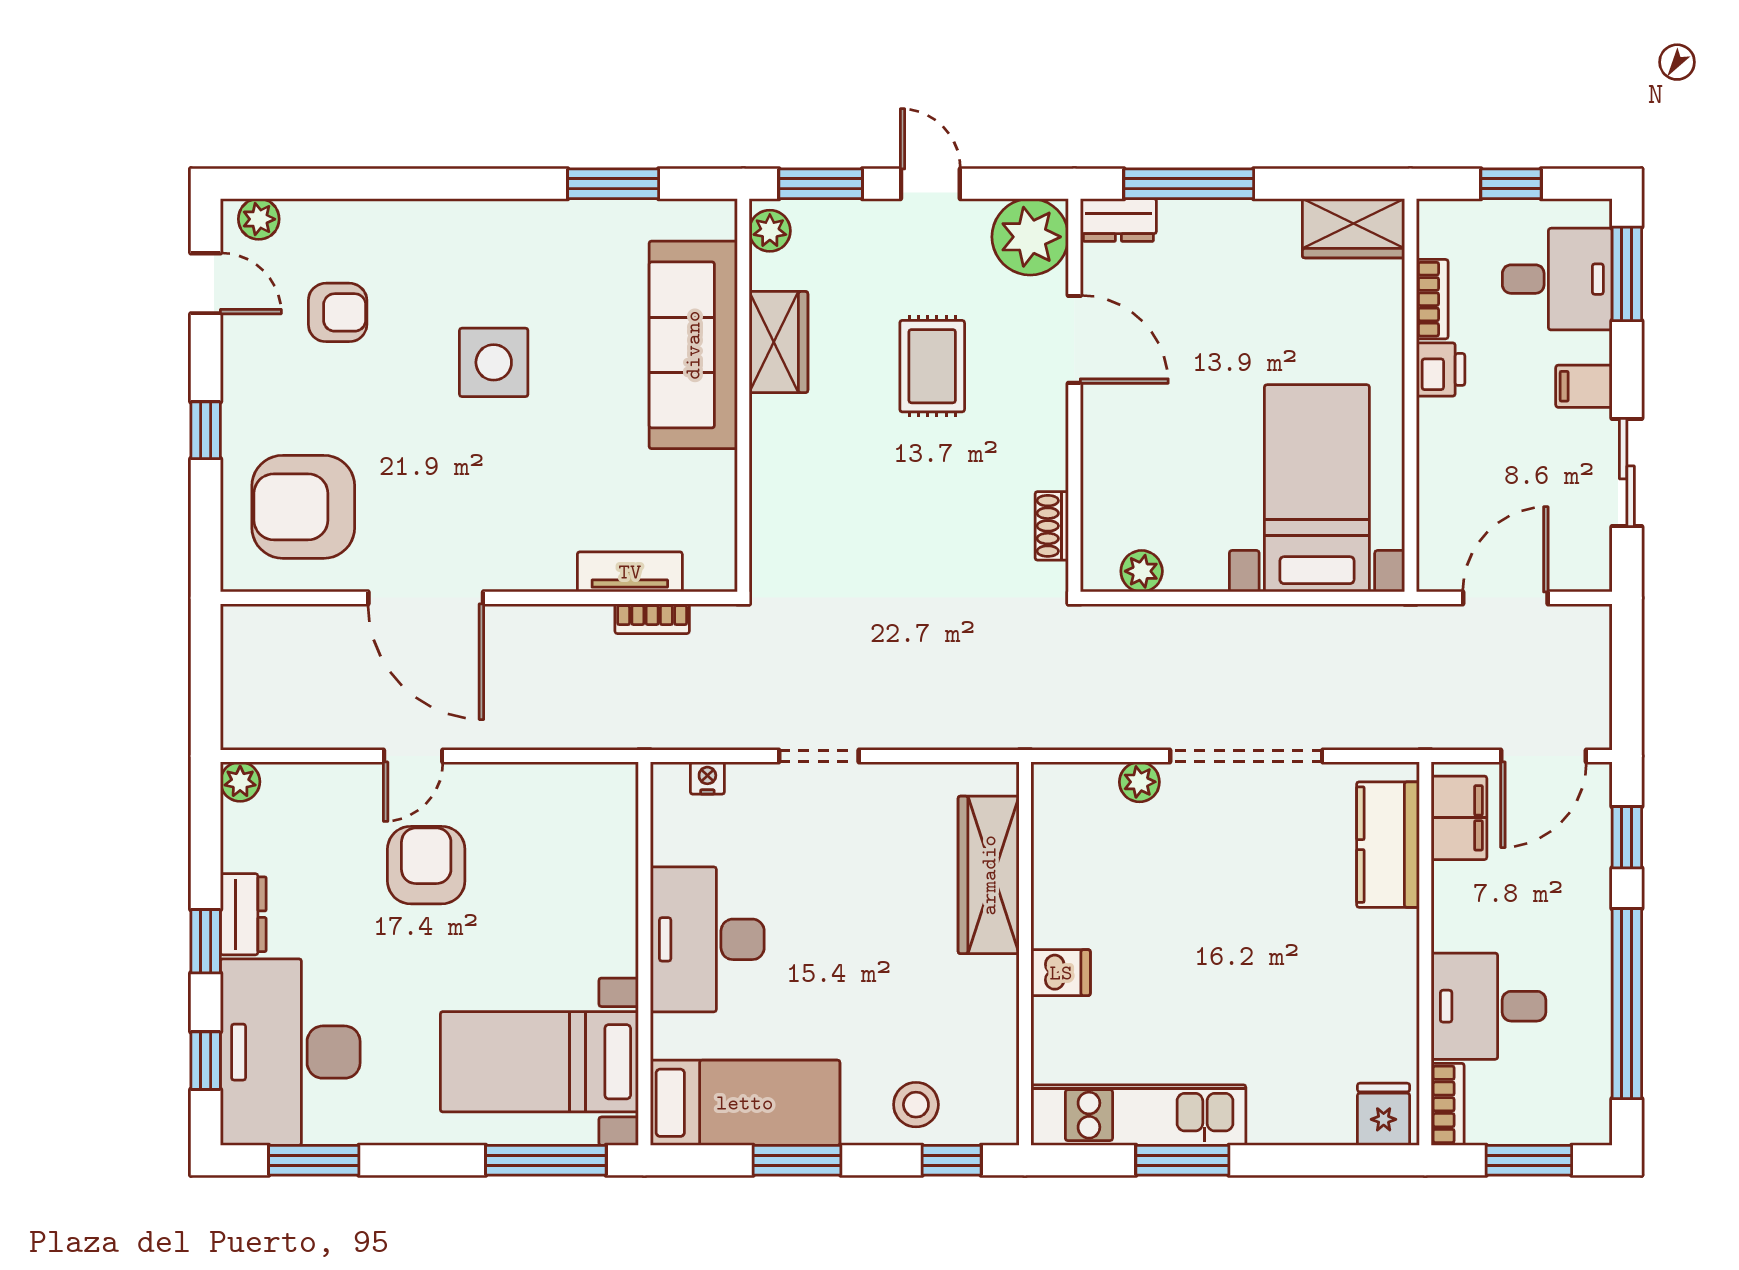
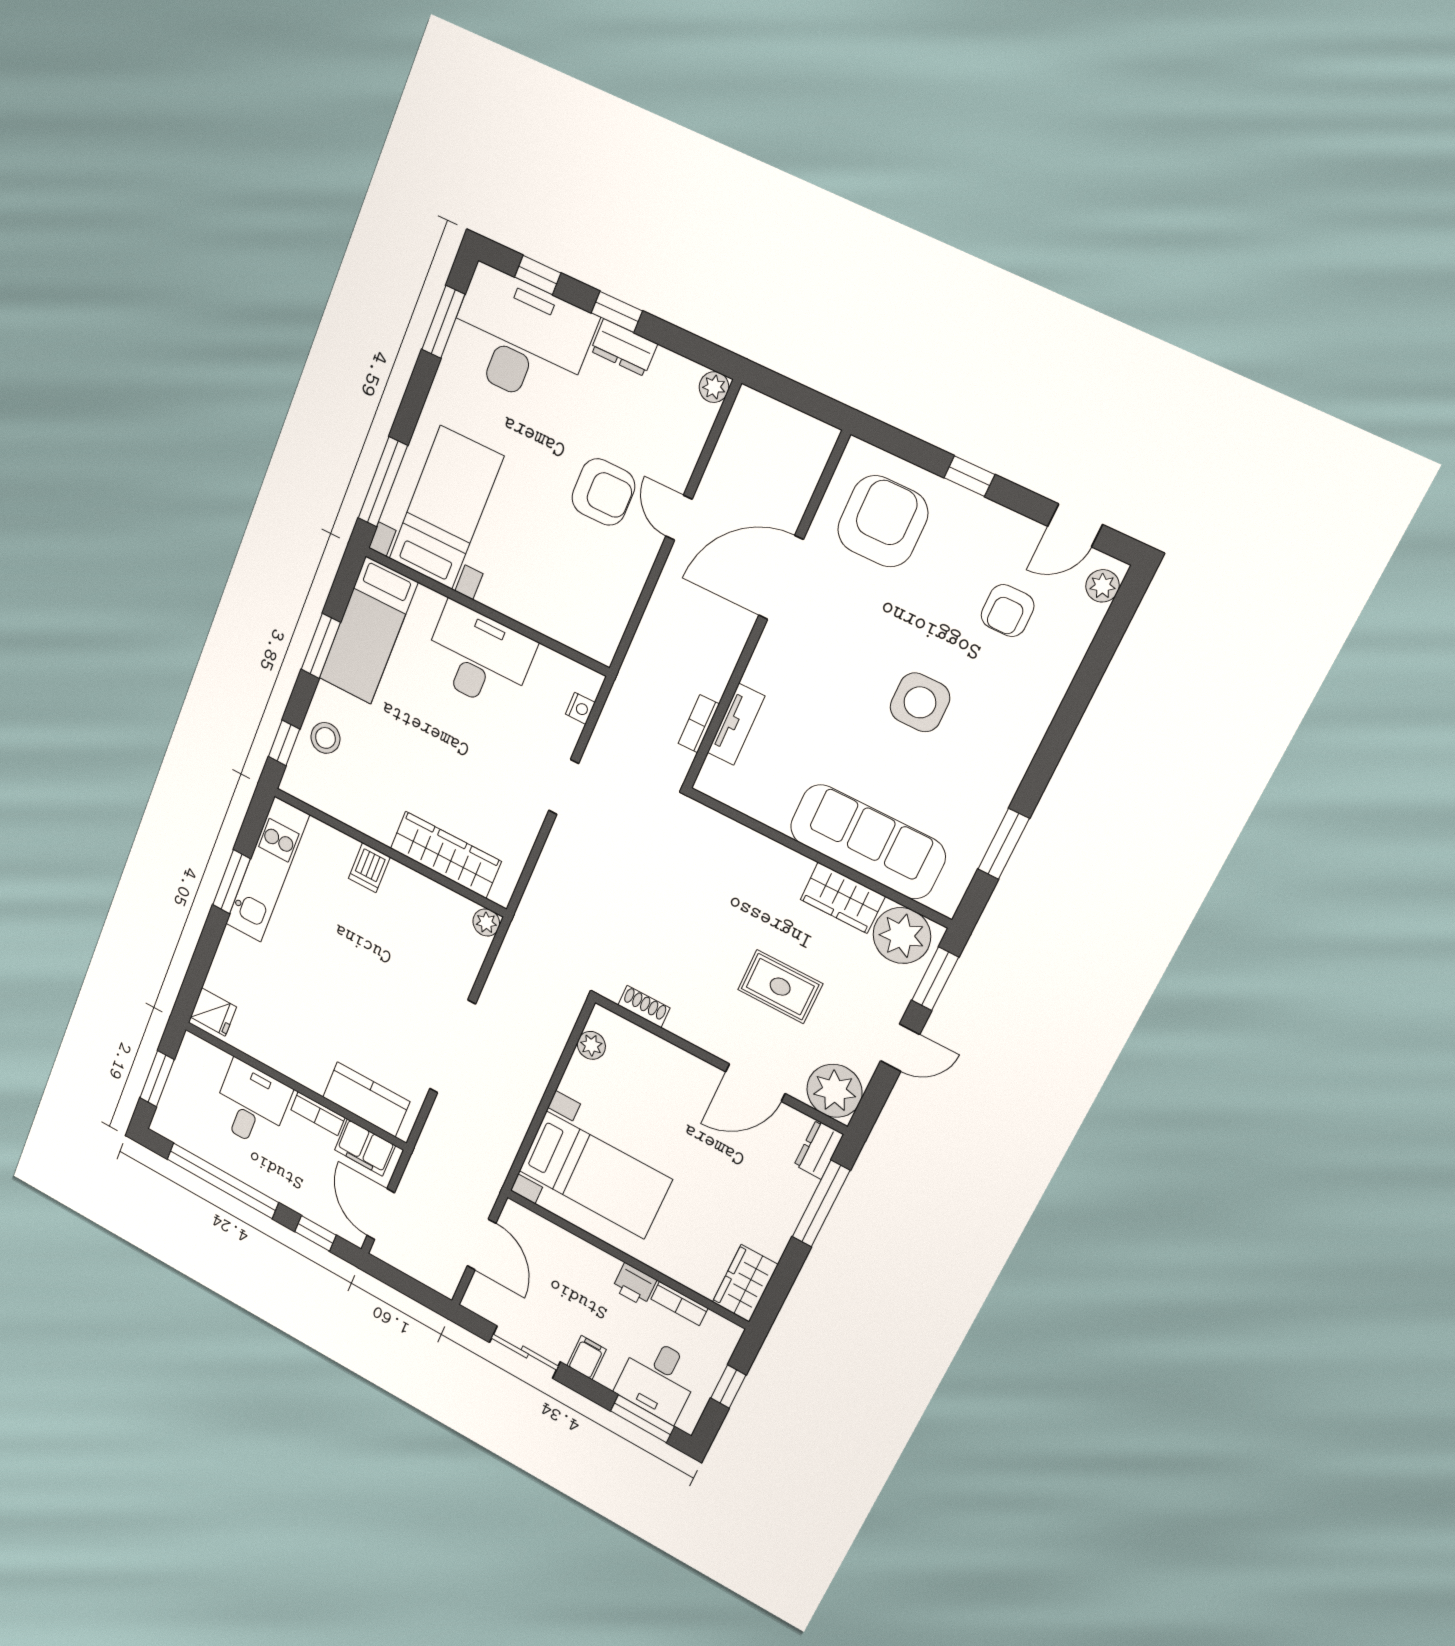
plant: (770, 231) -> (902, 936), width x1.87, depth x1.87
plant: (1139, 782) -> (486, 922), moved
bookcase: (1448, 1104) -> (318, 1114), moved

